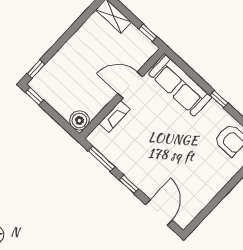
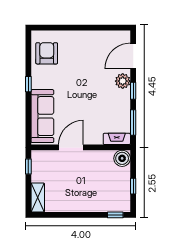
door: (130, 85) -> (71, 147), swing flipped
window: (34, 96) -> (133, 186), moved
fireplace: (115, 116) -> (117, 139), moved
plant: (146, 183) -> (123, 81), added

